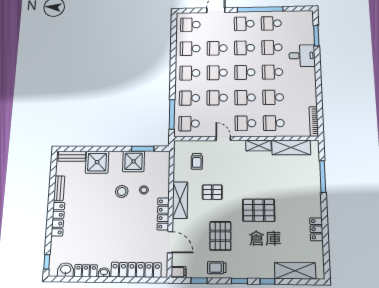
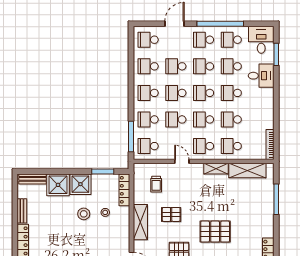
desk: (301, 23) -> (261, 40), added
shower: (134, 161) -> (80, 184), moved
locker: (163, 214) -> (124, 190), moved

